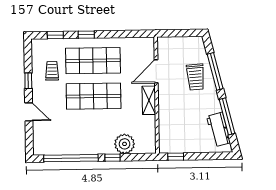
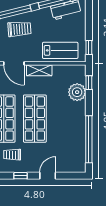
lab bench: (172, 124) -> (60, 50), added
window: (113, 158) -> (89, 83), moved

